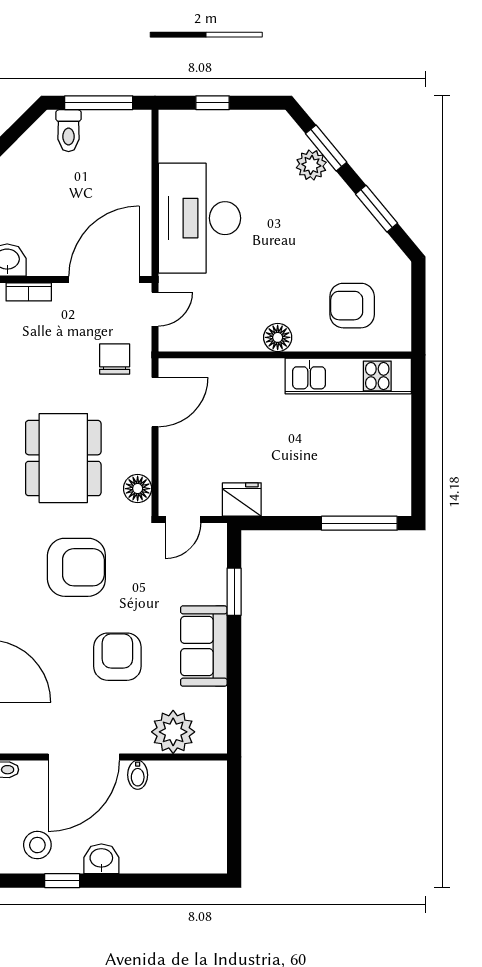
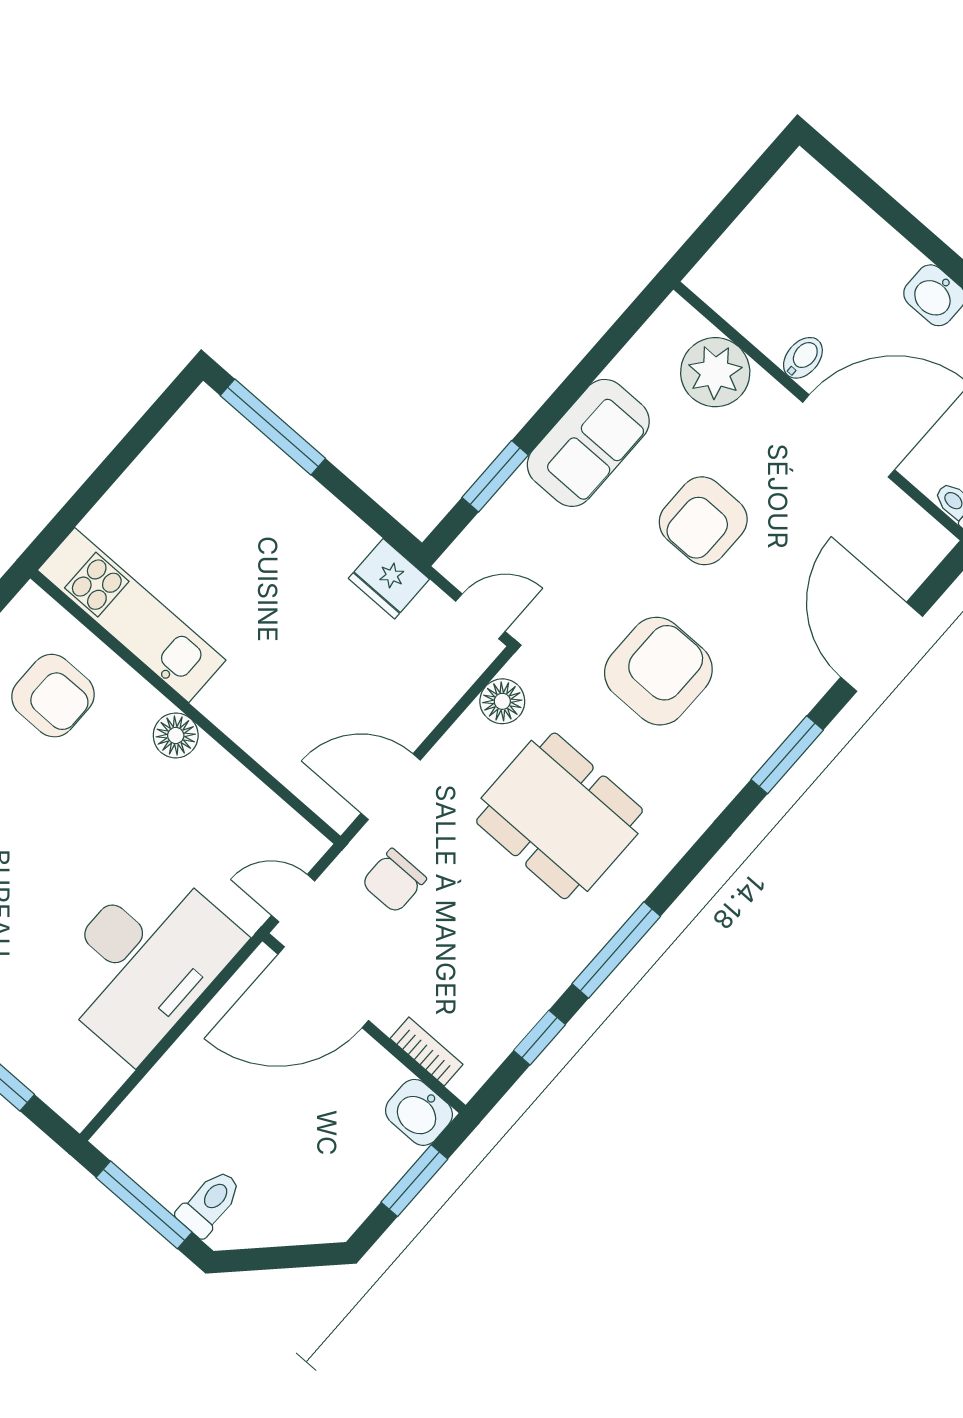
dining table: (63, 458) -> (559, 816), turned 90
armchair: (76, 567) -> (658, 671), turned 90

